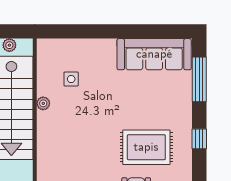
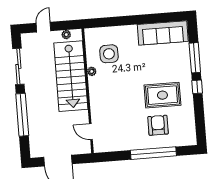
side table: (71, 79) -> (109, 54), width x1.87, depth x1.87
window: (199, 79) -> (195, 58), moved

